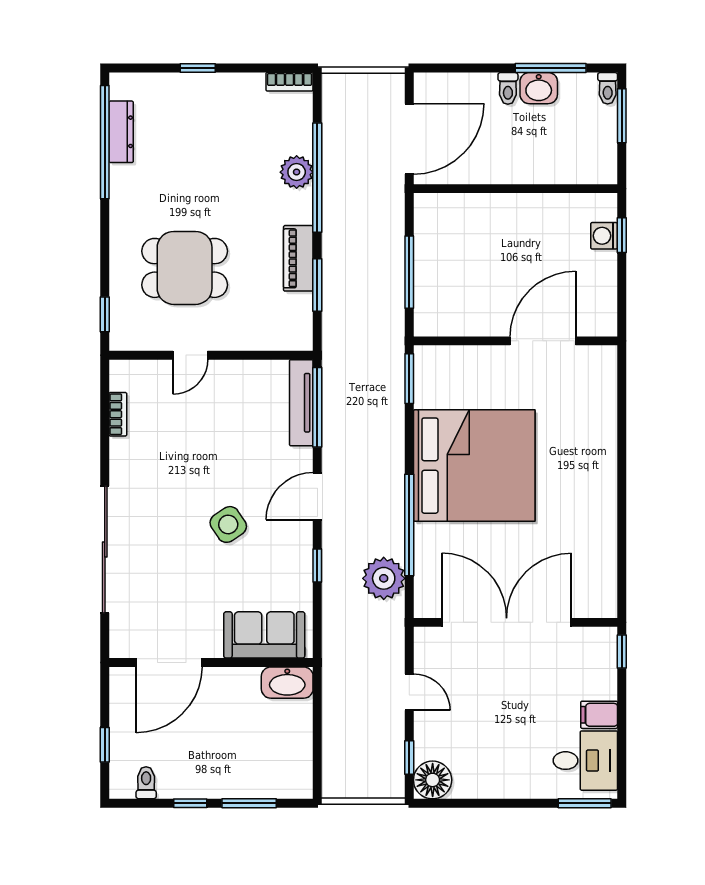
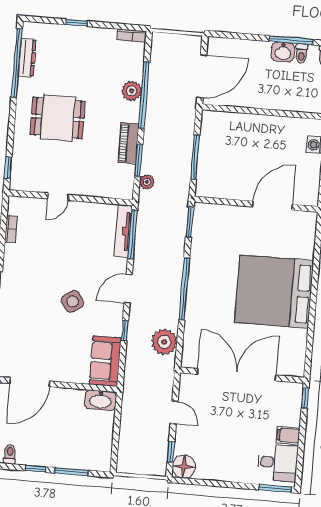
toilet: (508, 88) -> (301, 54), moved
dining table: (185, 268) -> (58, 118), moved
plant: (334, 319) -> (147, 182), added
bed: (474, 466) -> (274, 292), moved, turned 180
window: (409, 525) -> (184, 289), moved
sofa: (264, 635) -> (105, 361), moved, turned -90

